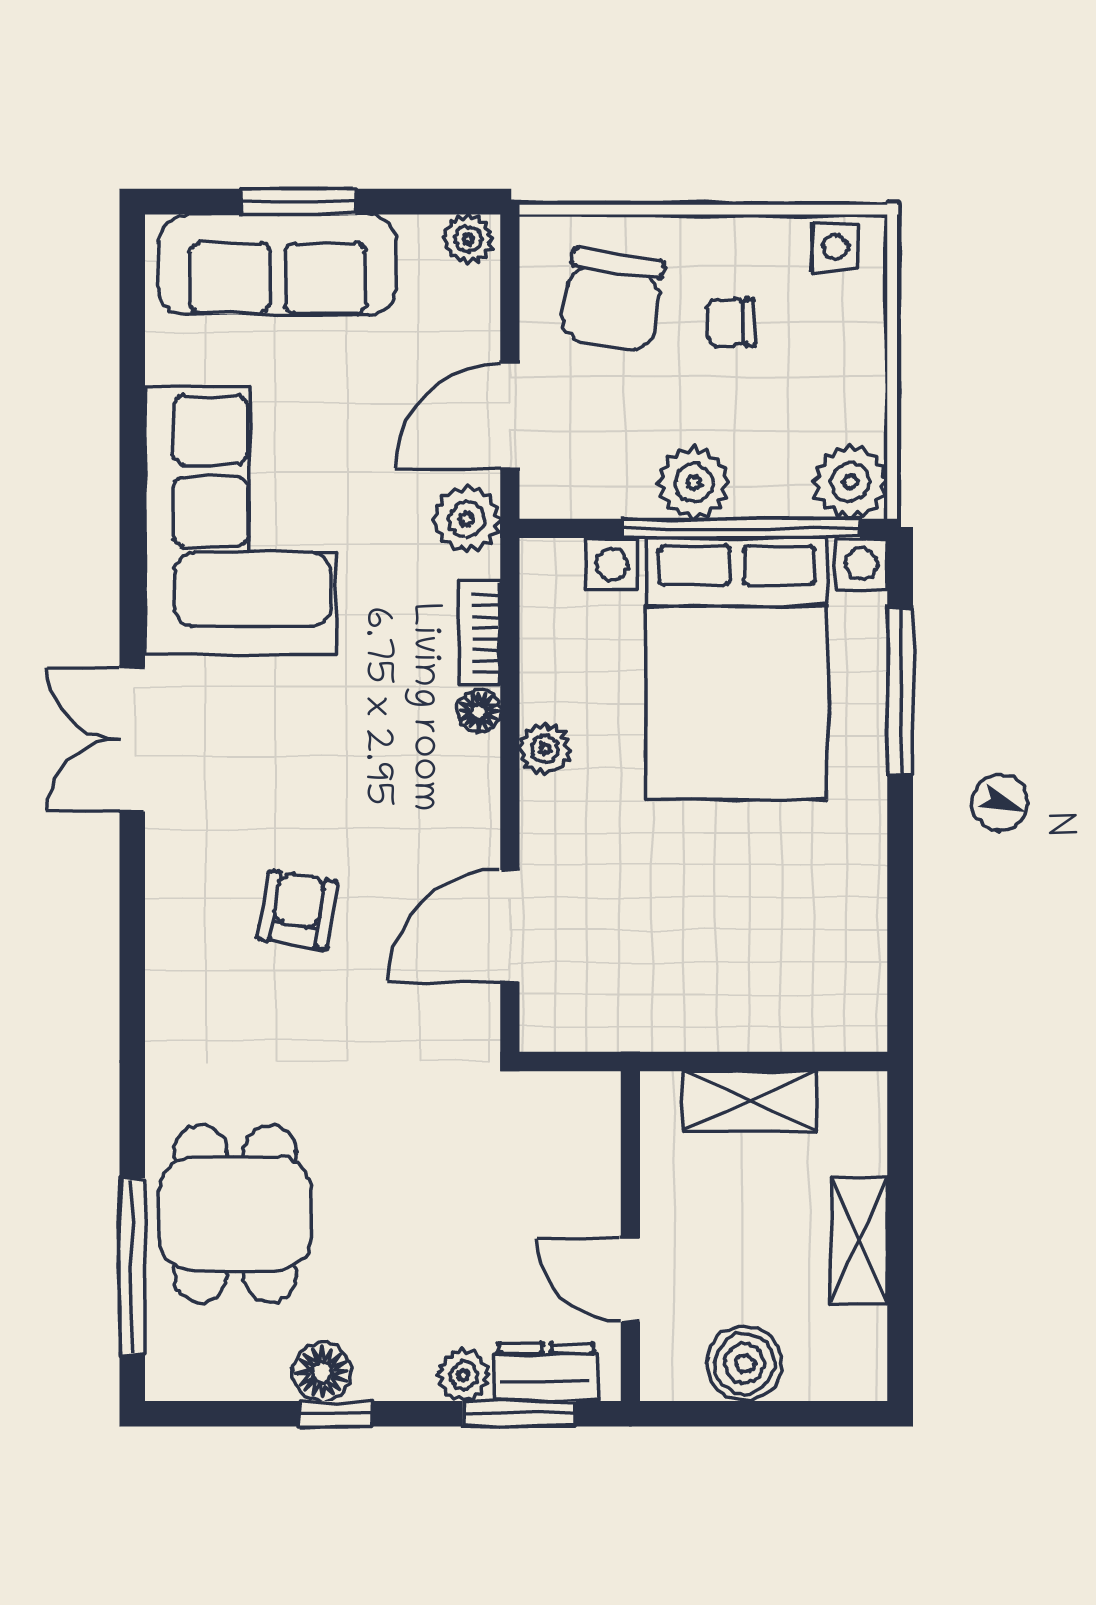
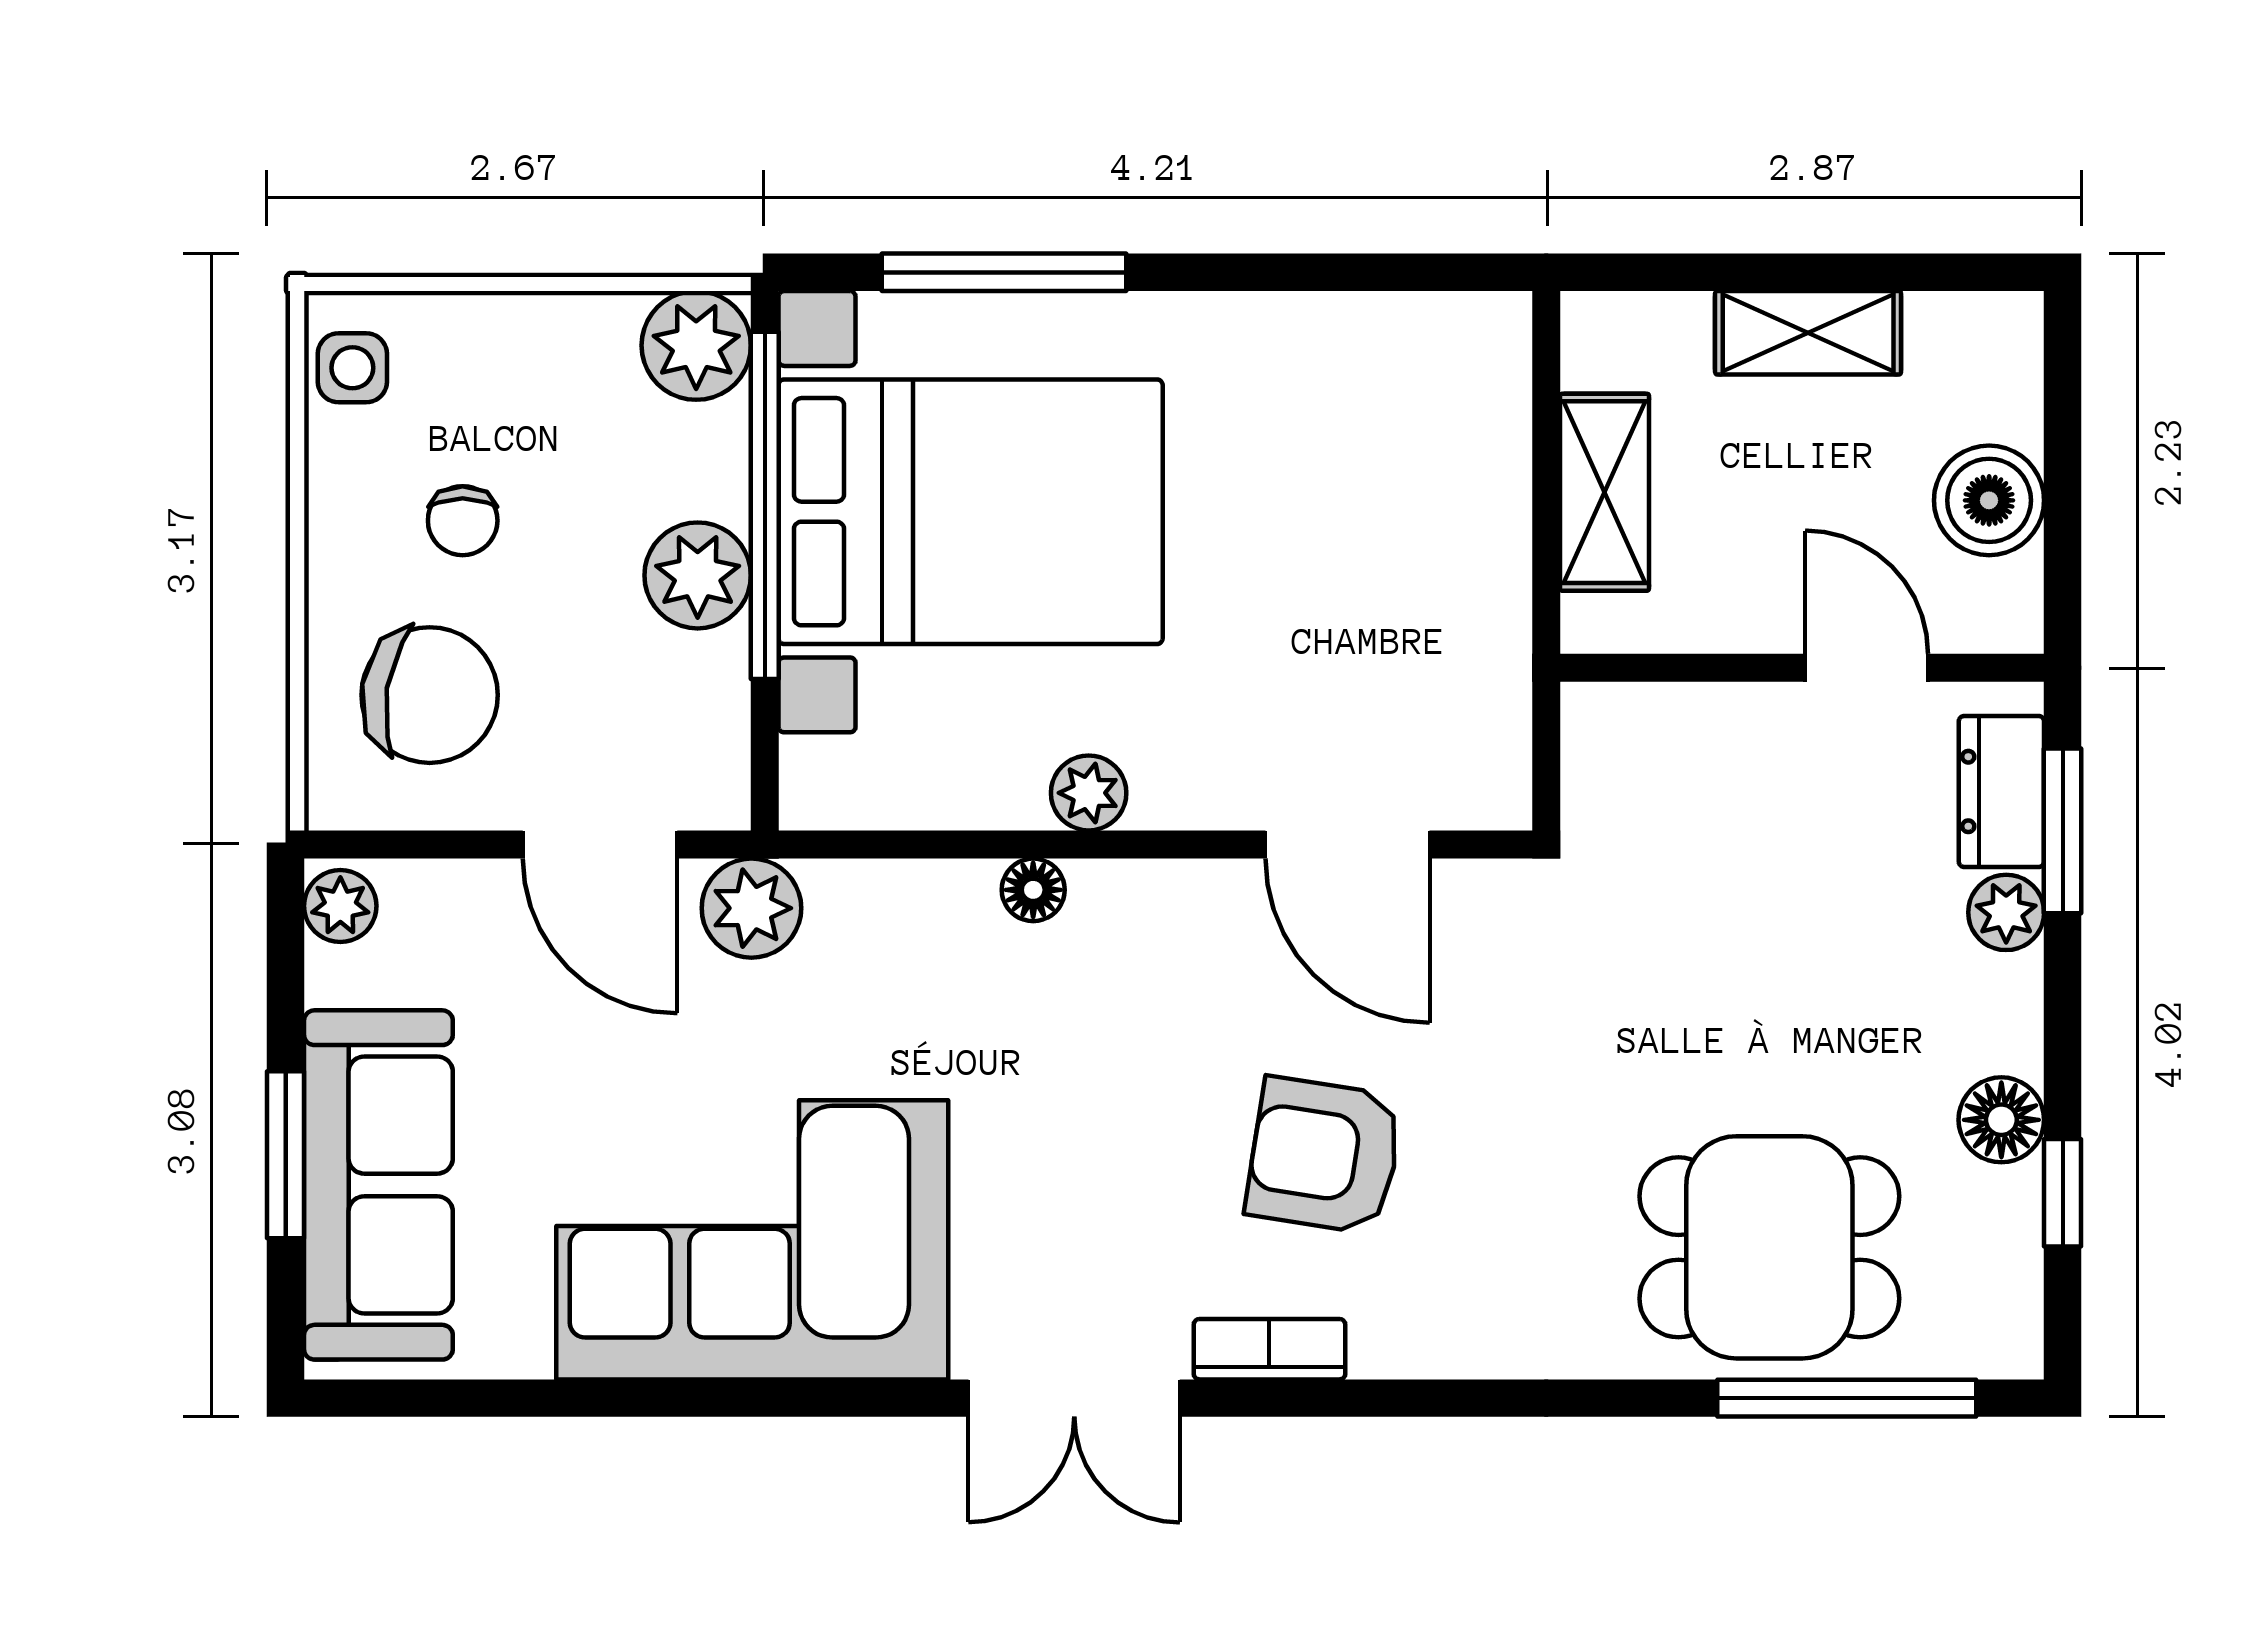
bookcase: (480, 633) -> (1269, 1349), moved, turned 180
armchair: (298, 910) -> (1324, 1155), width x1.38, depth x1.38
door: (630, 1280) -> (1867, 668), swing flipped
window: (336, 1414) -> (2063, 1193), moved

